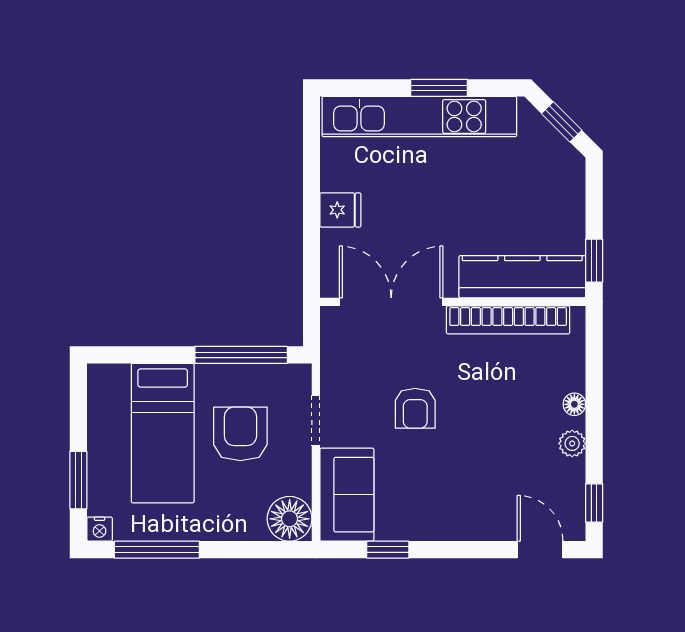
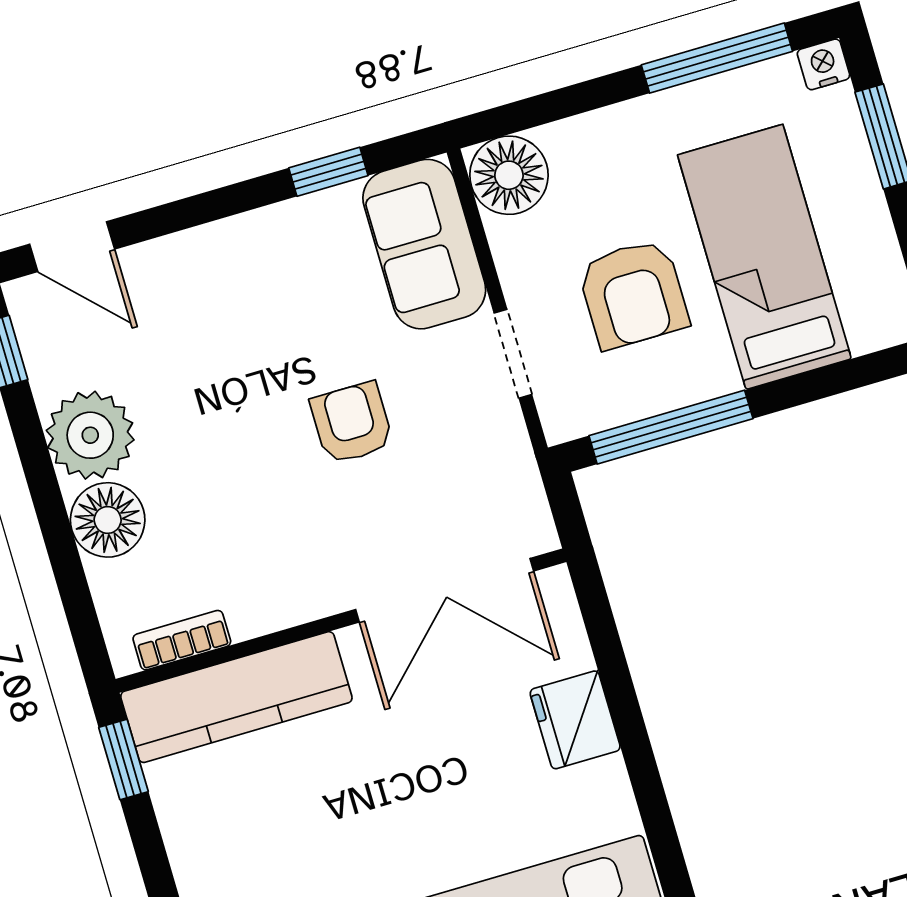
fridge: (340, 210) -> (575, 720), width x1.38
bookcase: (508, 320) -> (182, 640), width x0.43, depth x0.76
floor lamp: (574, 404) -> (108, 520), width x1.89, depth x1.89
plant: (572, 443) -> (90, 435), width x1.87, depth x1.87

